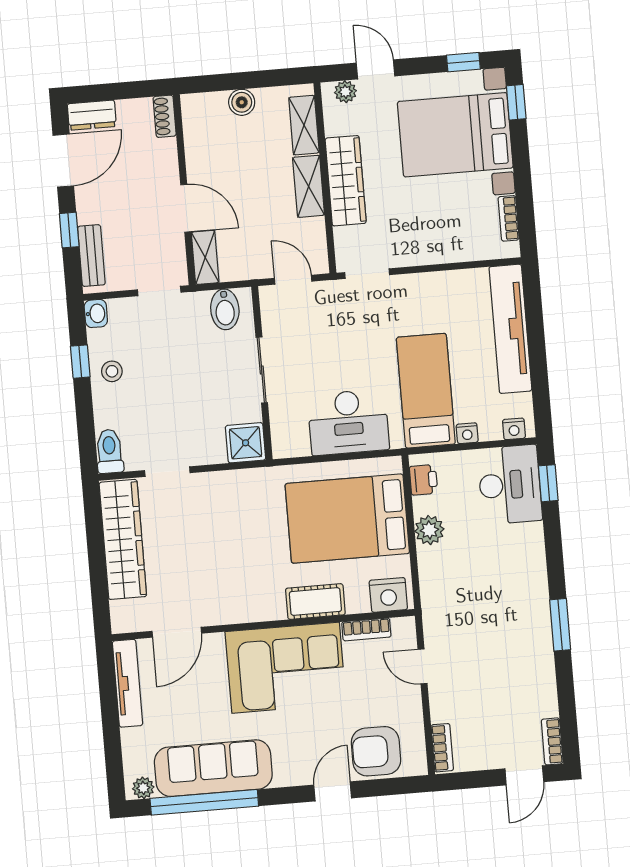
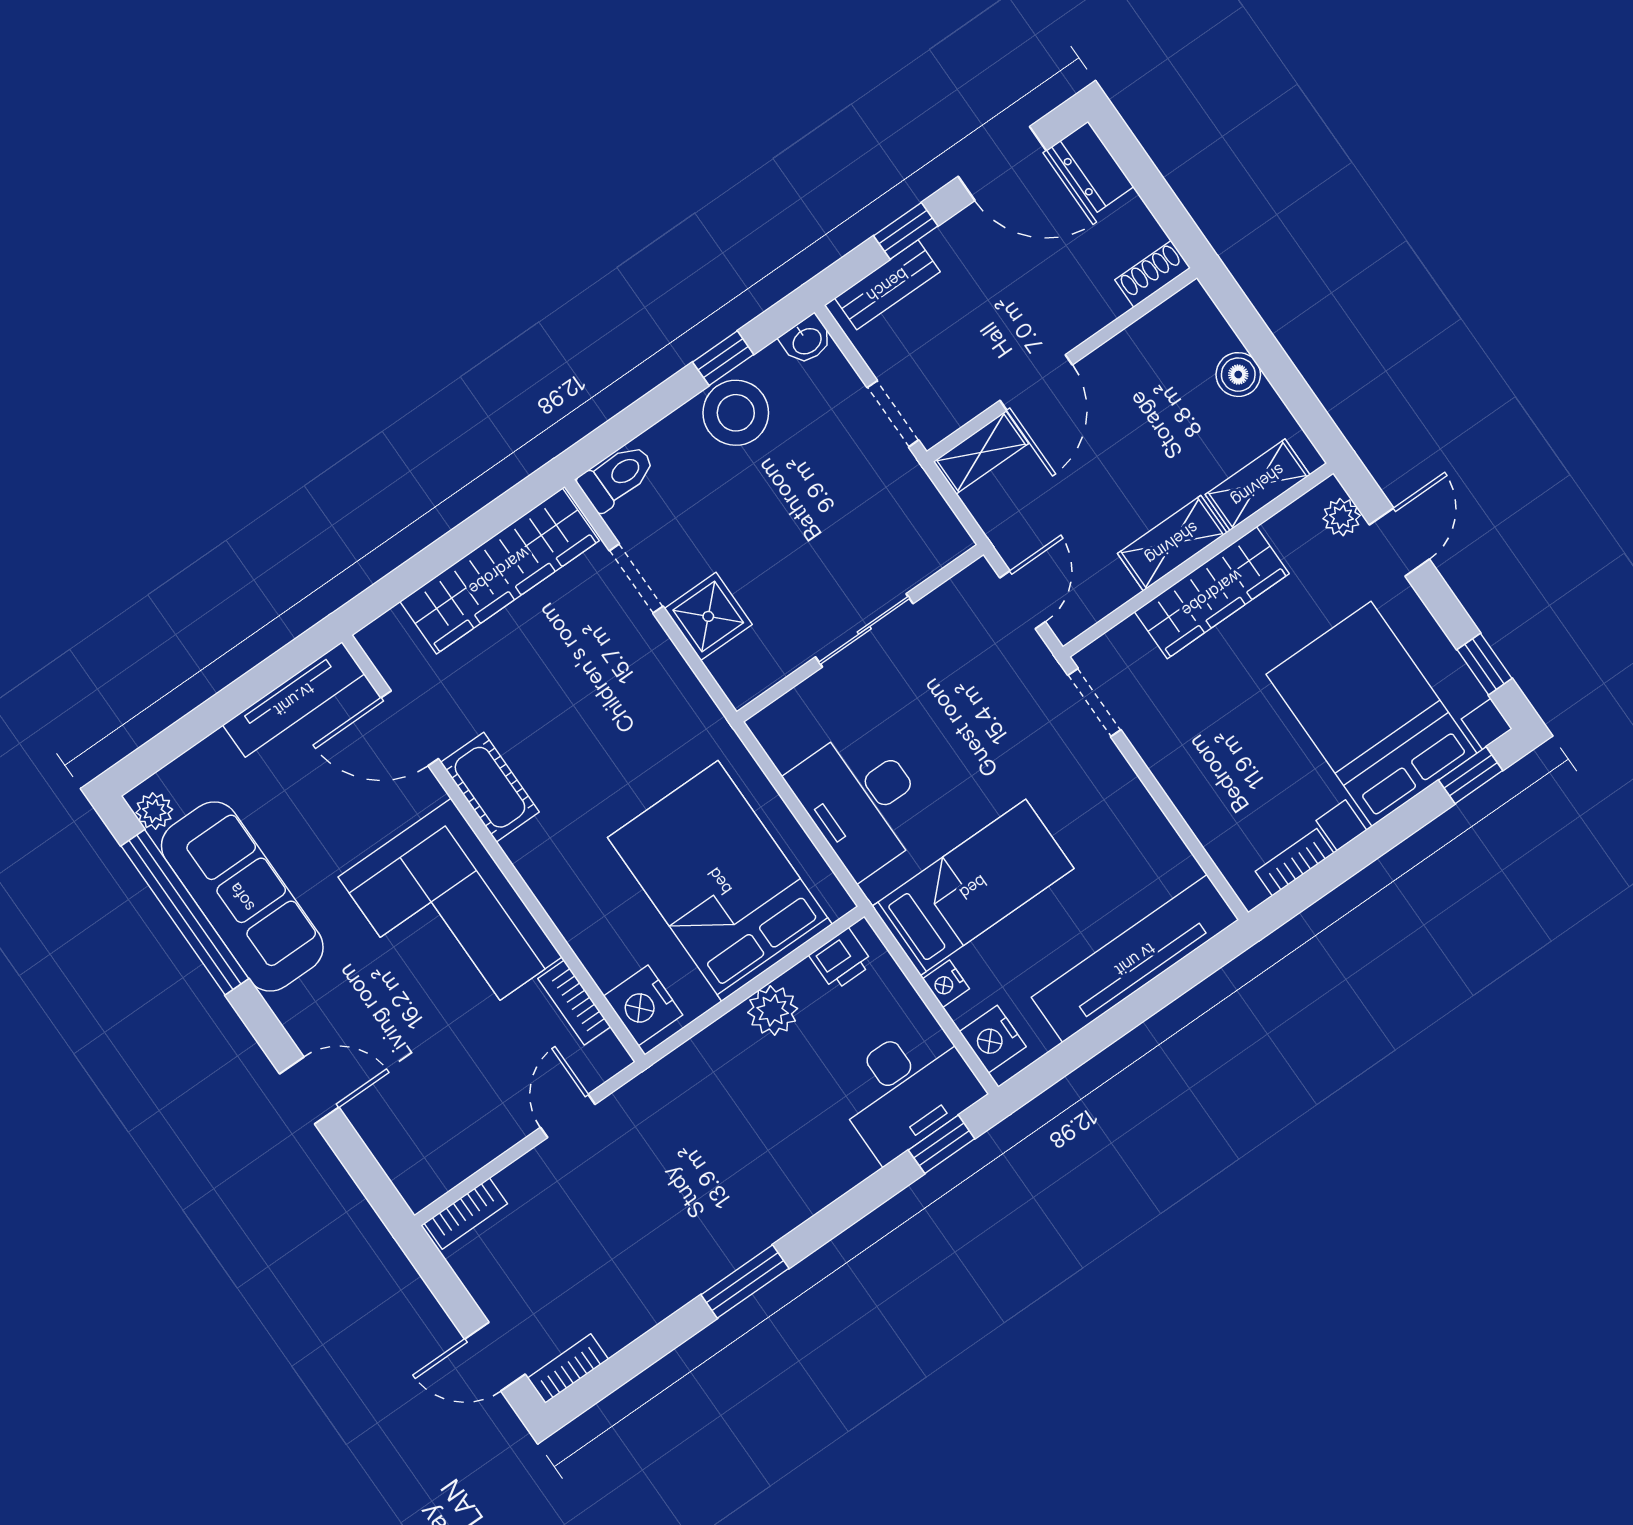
bidet: (225, 309) -> (922, 525), removed
stool: (112, 371) -> (736, 413), width x1.89, depth x1.89
nightstand: (514, 429) -> (993, 1039), width x1.39, depth x1.35
shower: (246, 443) -> (708, 616), moved
cot: (315, 602) -> (490, 787), moved
armchair: (376, 751) -> (404, 1120), removed

